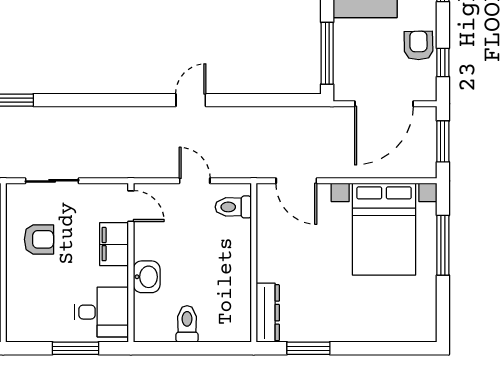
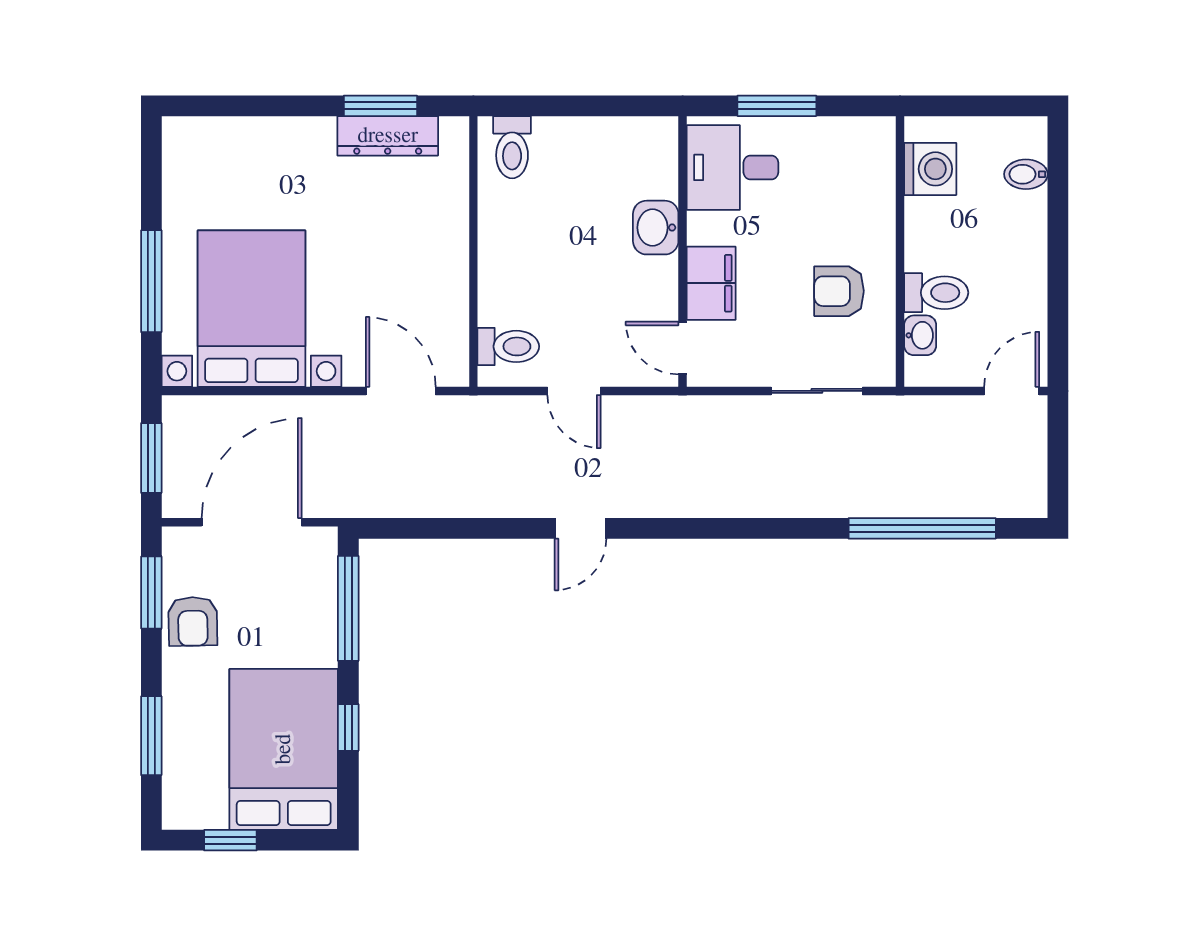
window: (443, 62) -> (151, 593), width x1.50
dresser: (268, 313) -> (388, 136), moved, turned -90
toilet: (187, 324) -> (512, 147), moved

